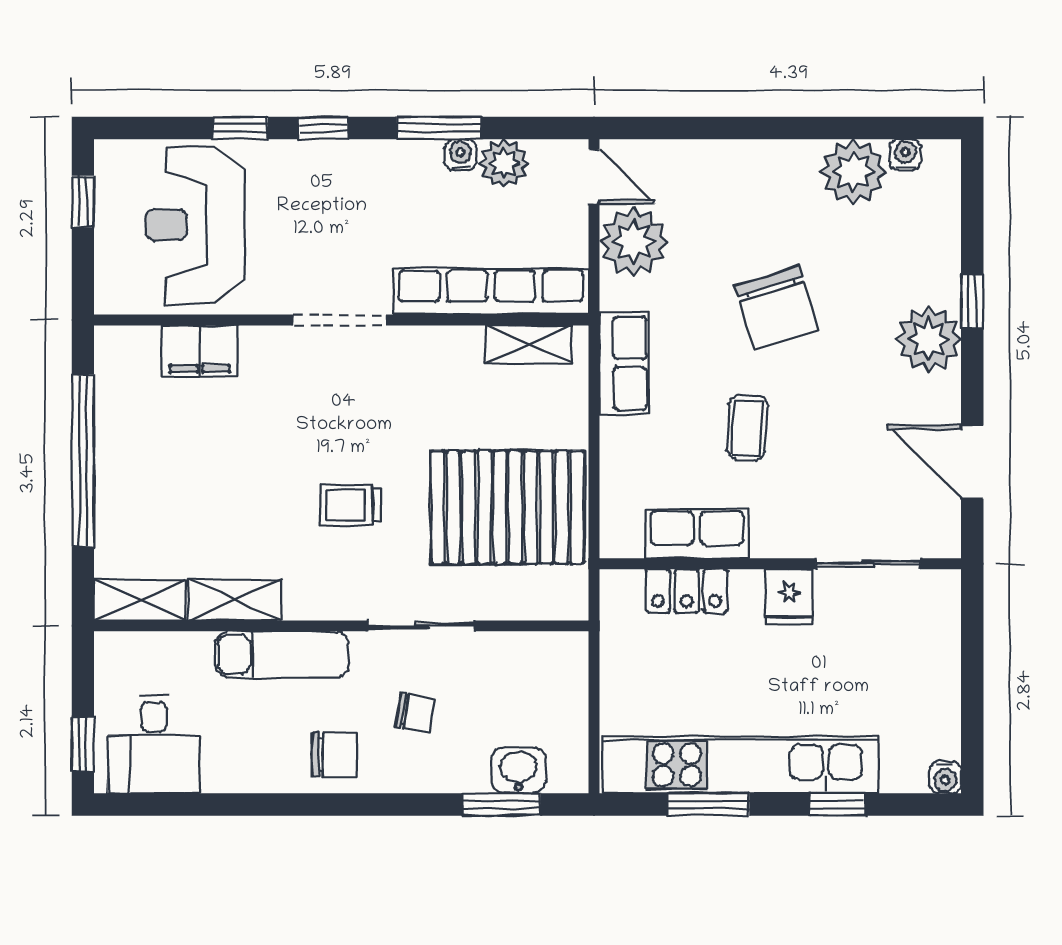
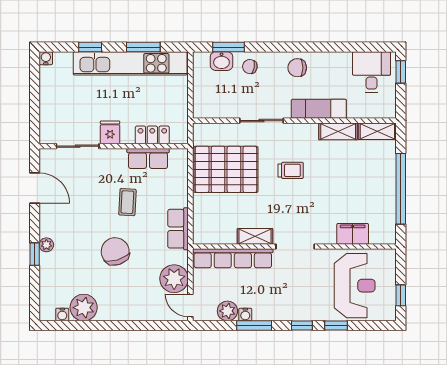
plant: (929, 339) -> (46, 245), width x0.53, depth x0.53
shelving: (529, 345) -> (255, 236), moved
chair: (415, 713) -> (250, 67), moved

